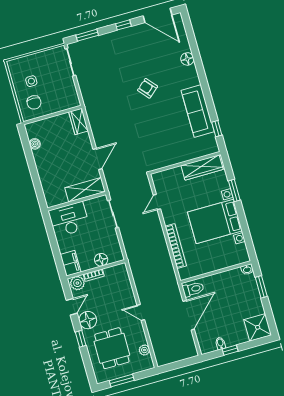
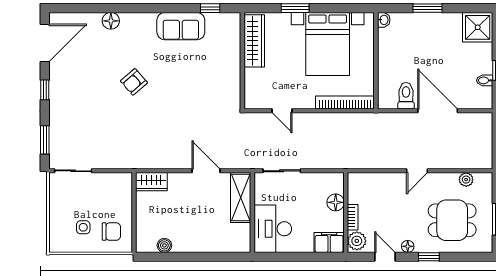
sofa: (198, 111) -> (181, 26), width x0.73
washbasin: (247, 269) -> (384, 20), moved
wall: (216, 272) -> (376, 61), moved
floor lamp: (88, 320) -> (408, 246), width x0.53, depth x0.53

